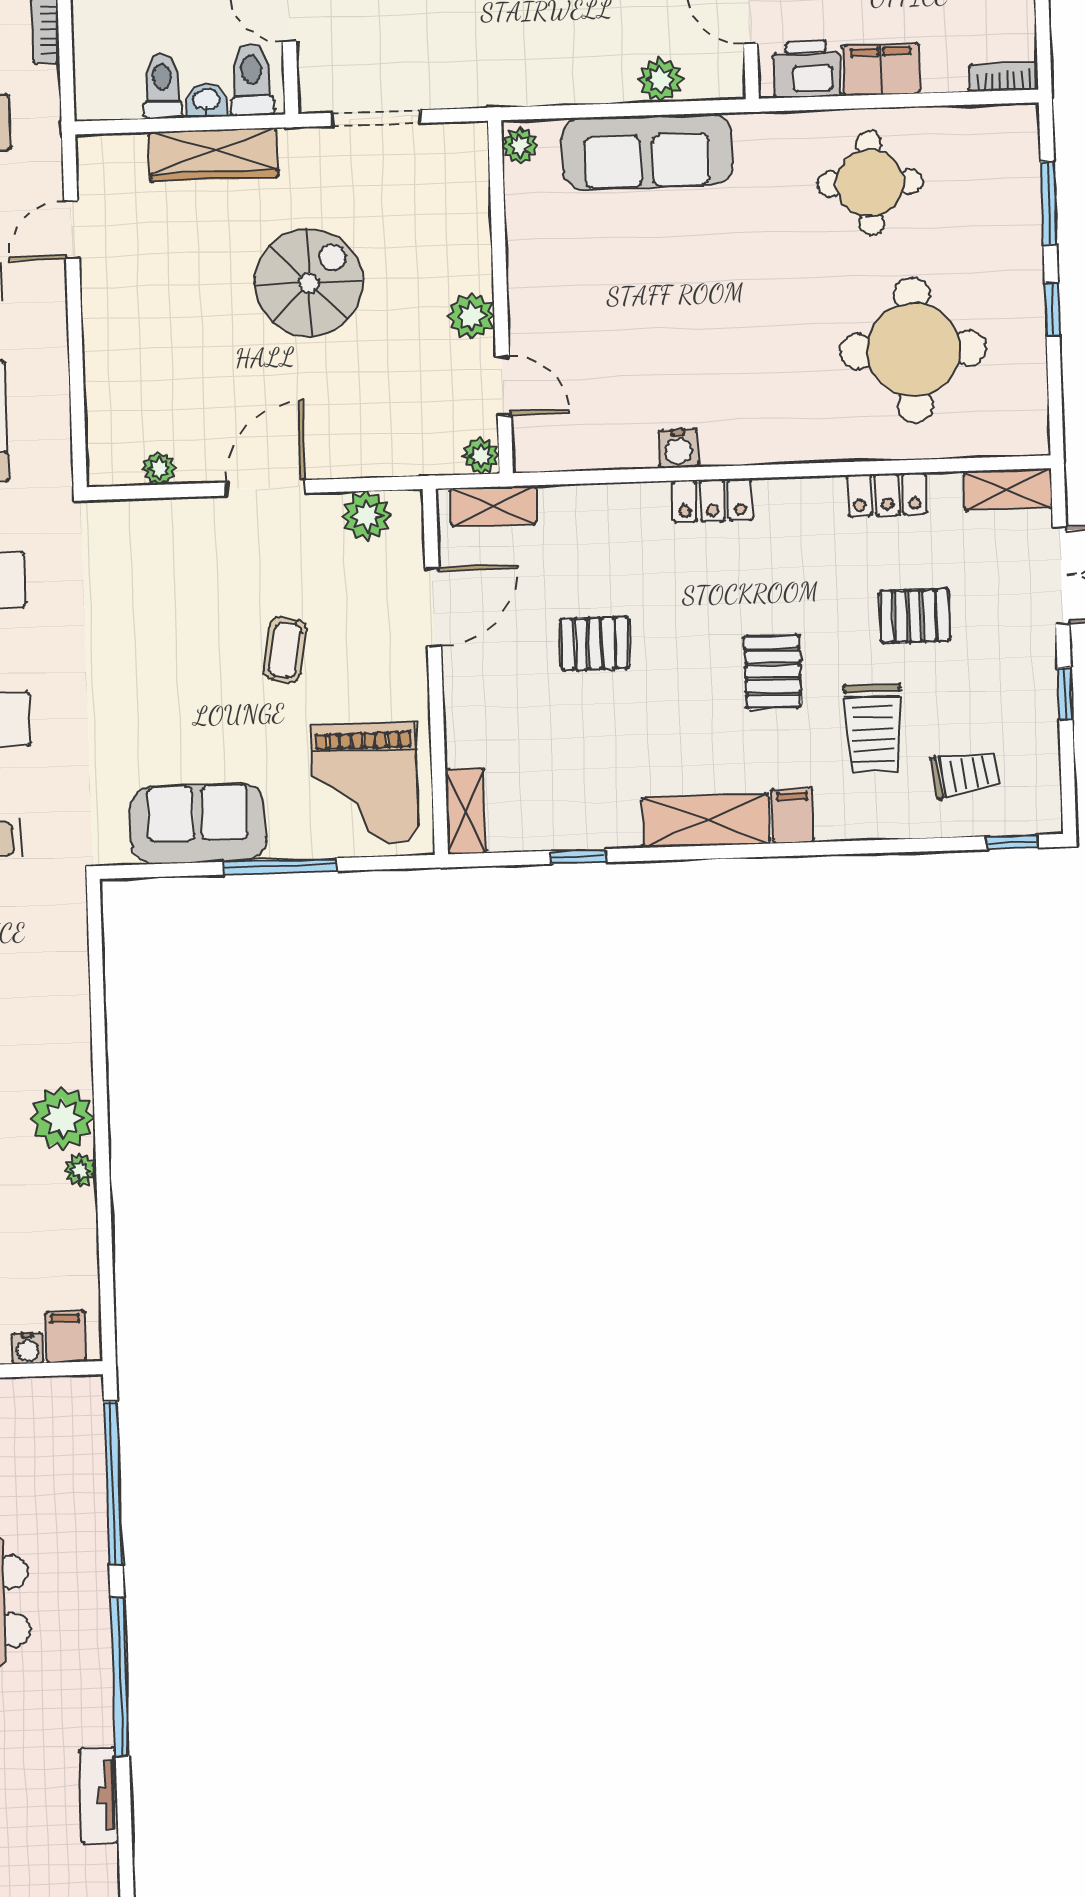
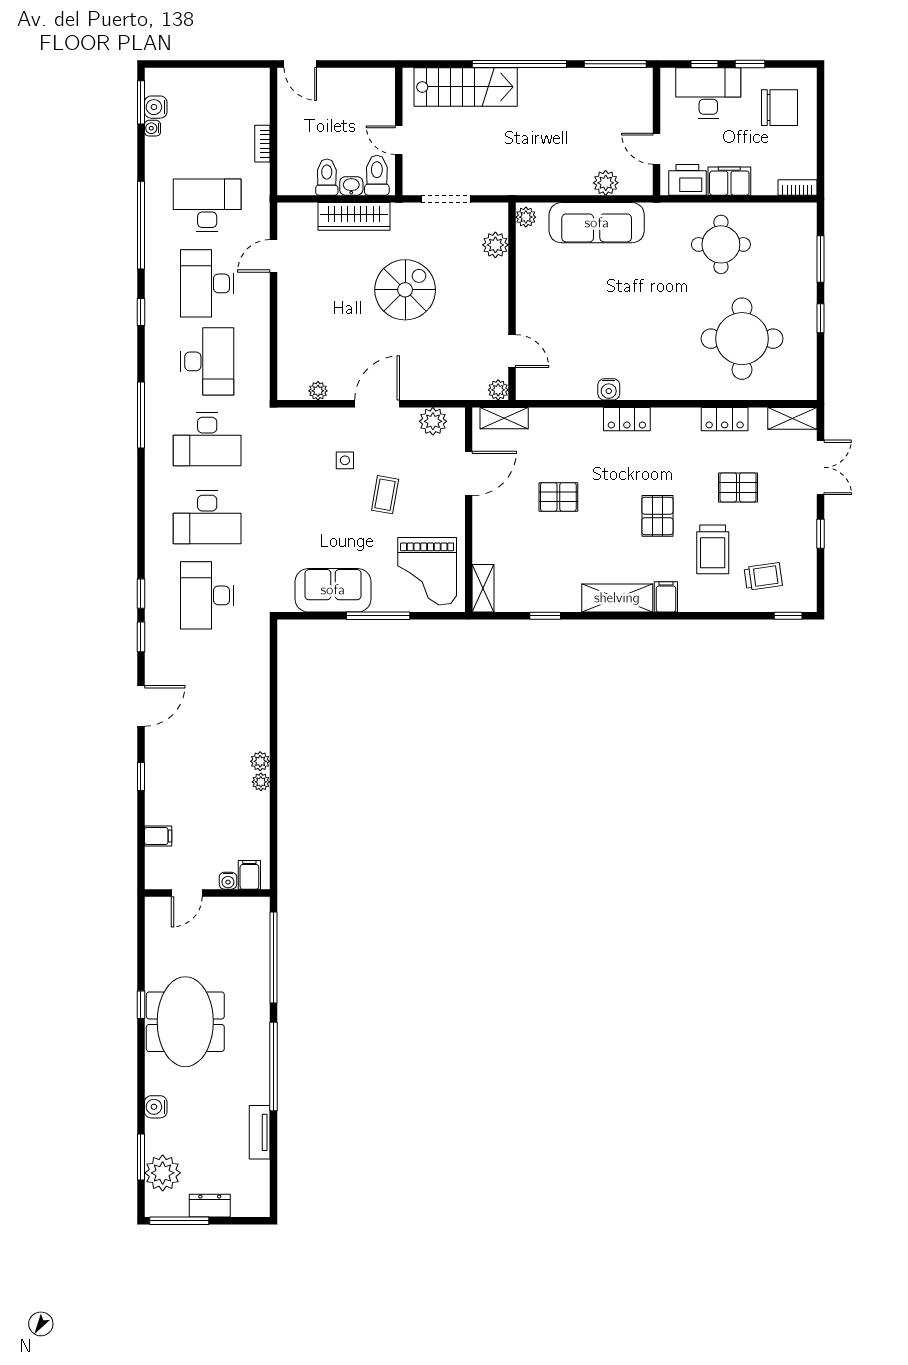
plant: (471, 316) -> (495, 245), moved
side table: (211, 591) -> (345, 460), added
plant: (62, 1118) -> (260, 761), width x0.53, depth x0.53

